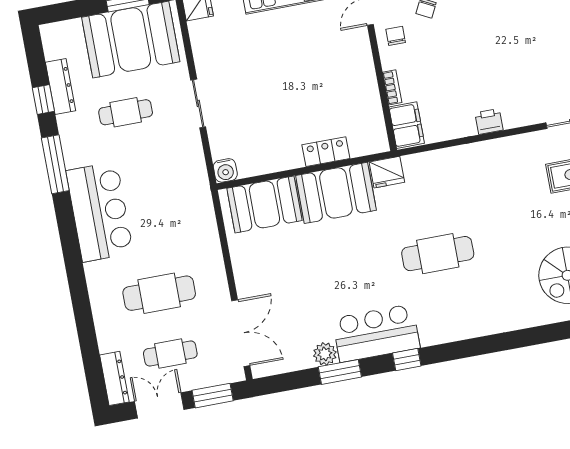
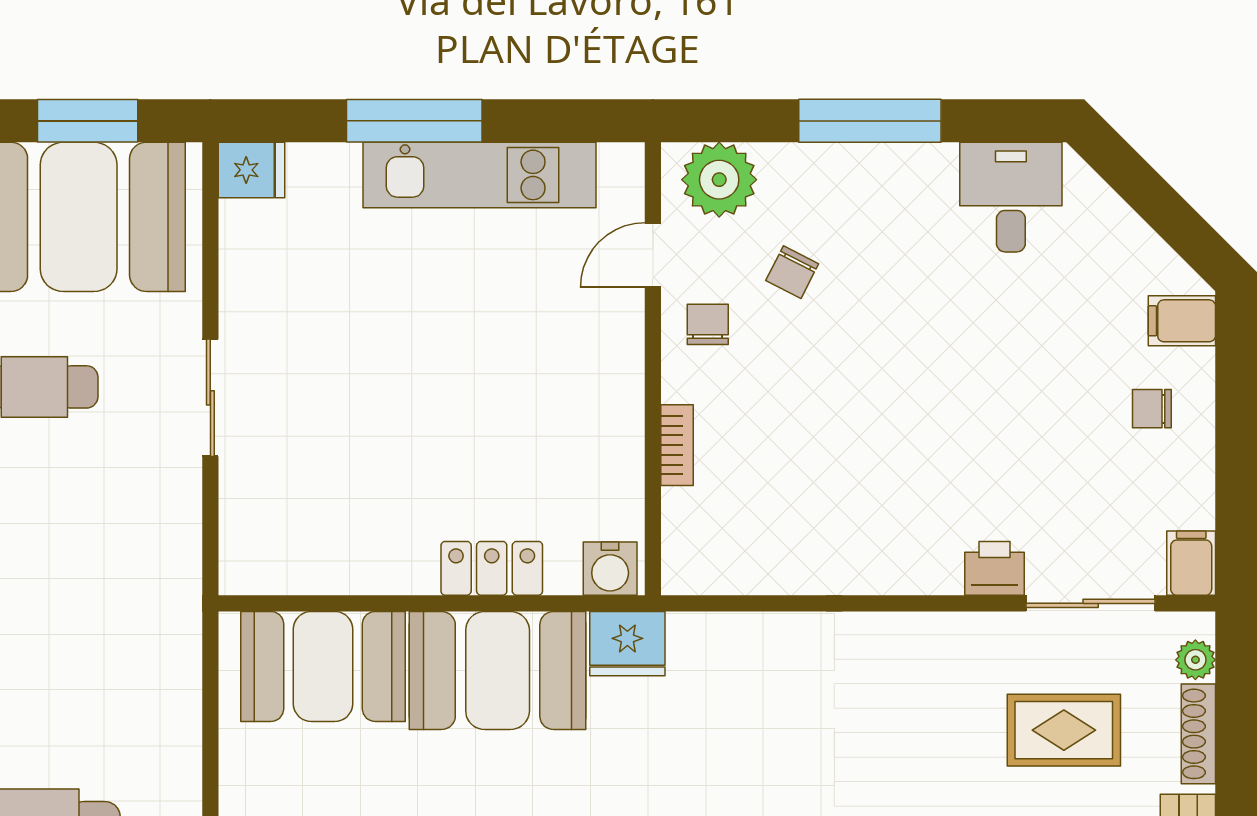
printer: (489, 121) -> (995, 568), moved
filing cabinet: (407, 125) -> (695, 541), removed
water cooler: (225, 170) -> (610, 569), moved

